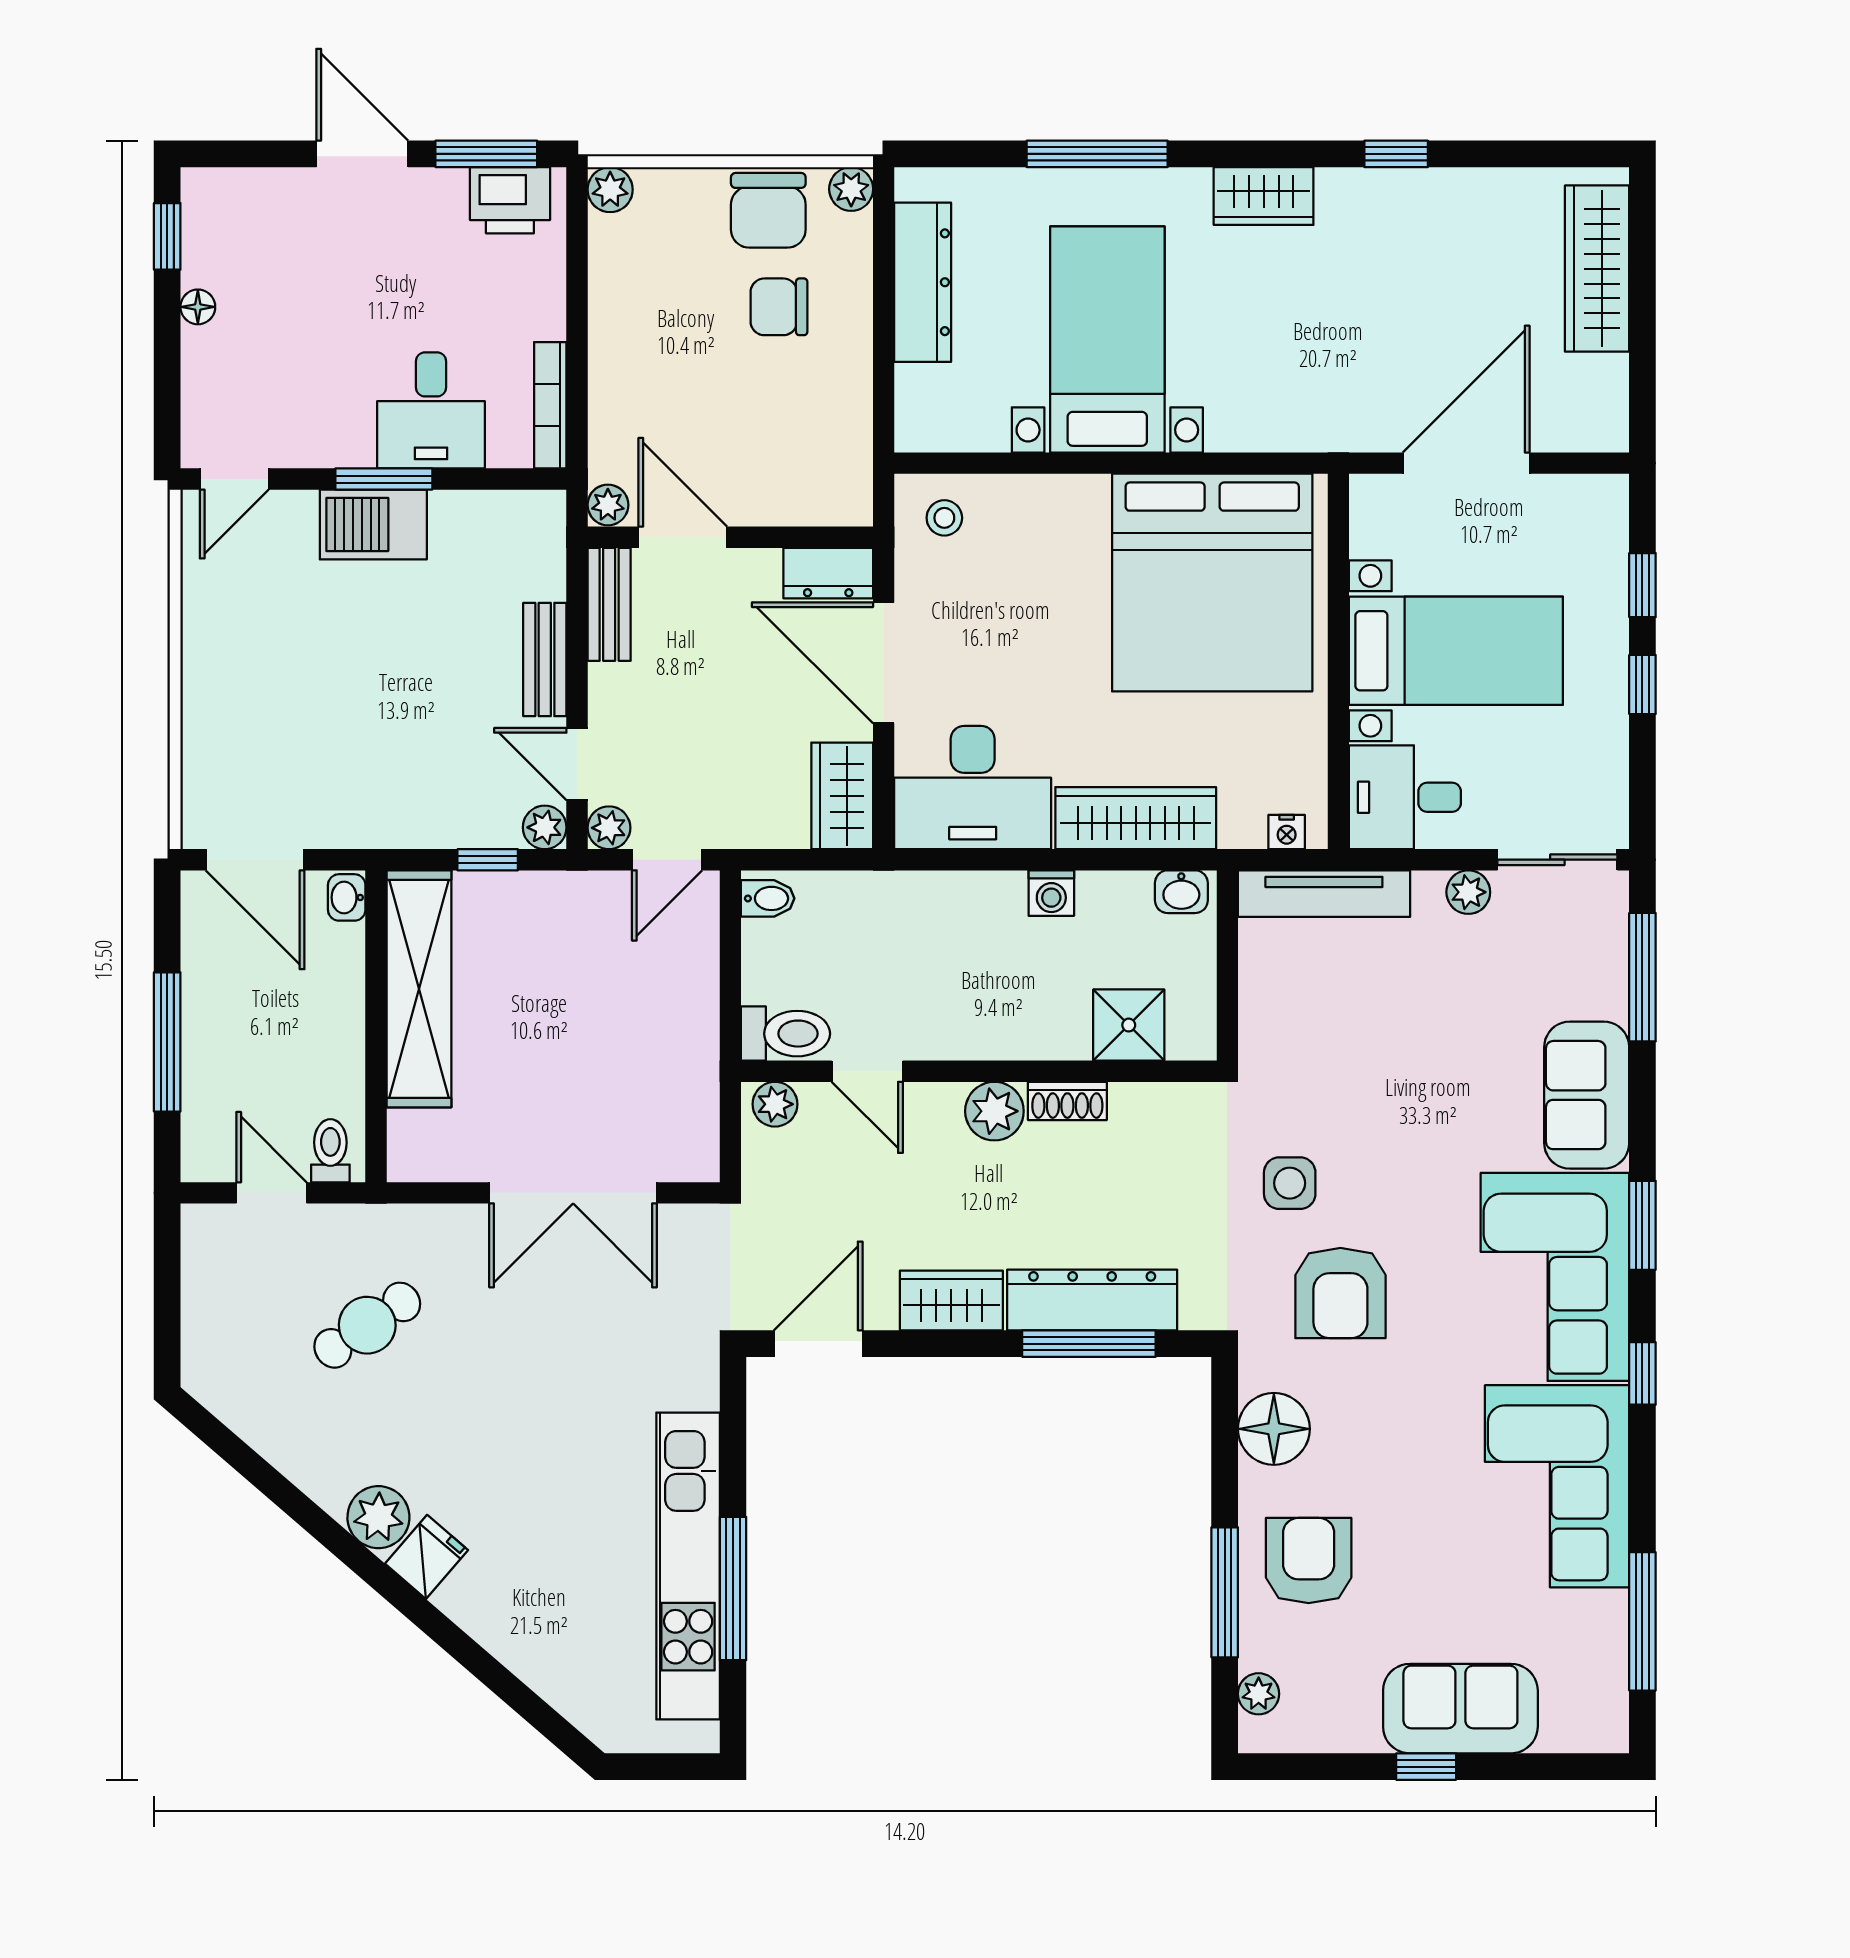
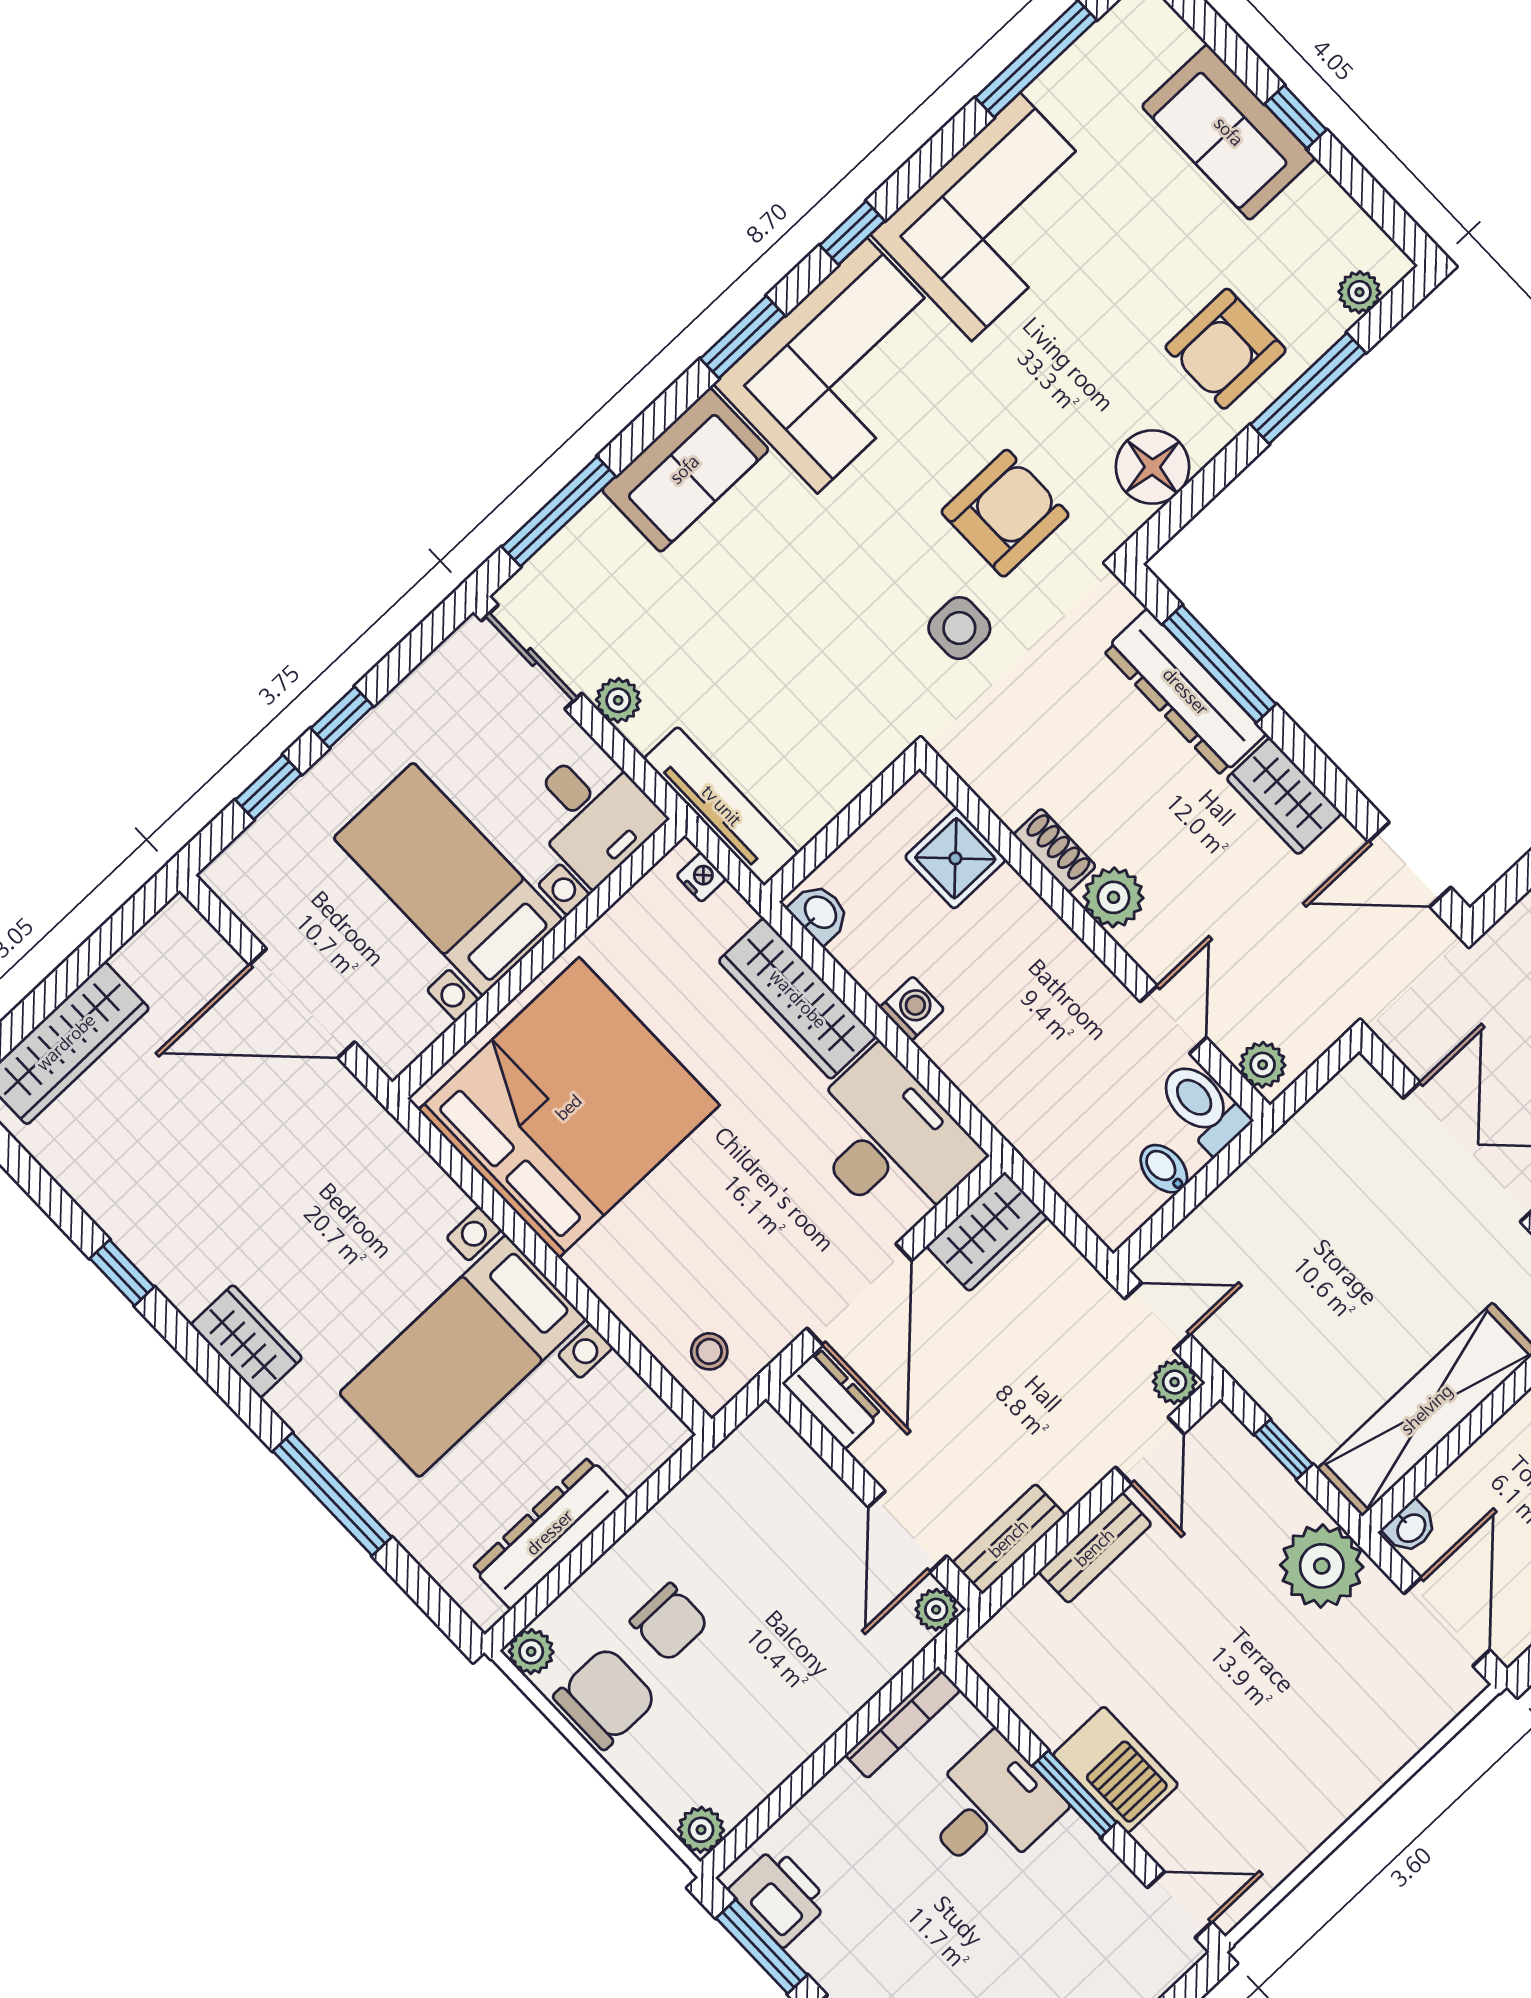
plant: (545, 827) -> (1322, 1566), moved, width x1.88, depth x1.88
bidet: (768, 898) -> (1164, 1169), moved

